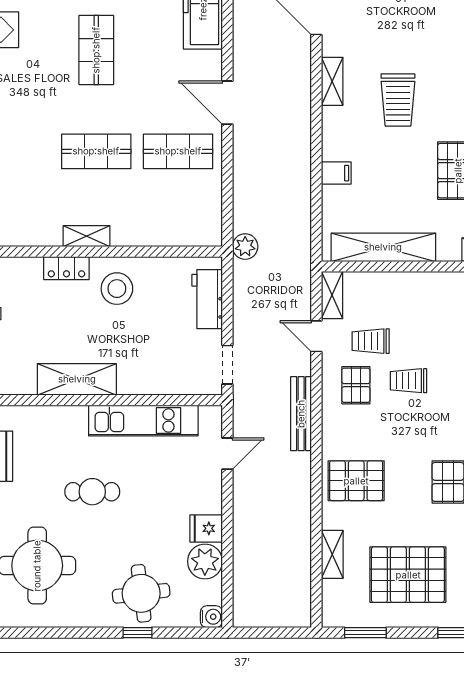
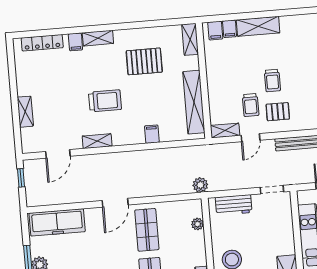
plant: (181, 236) -> (198, 224), added

